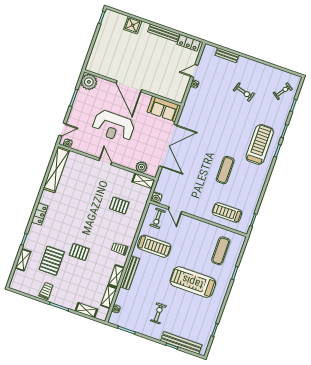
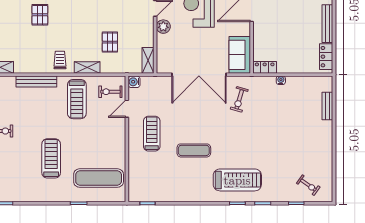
door: (194, 71) -> (296, 75), removed
exercise bike: (244, 92) -> (239, 99), moved
locker: (180, 93) -> (265, 67), added
plant: (141, 167) -> (163, 27), moved
treadmill: (227, 213) -> (152, 134), moved
exercise mat: (221, 251) -> (99, 178), width x1.36, depth x1.45
shelving: (116, 276) -> (87, 67), moved
treadmill: (193, 282) -> (51, 158), width x0.73, depth x0.73

